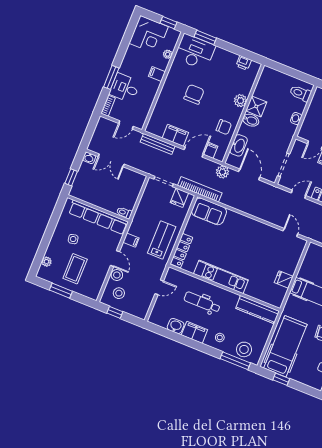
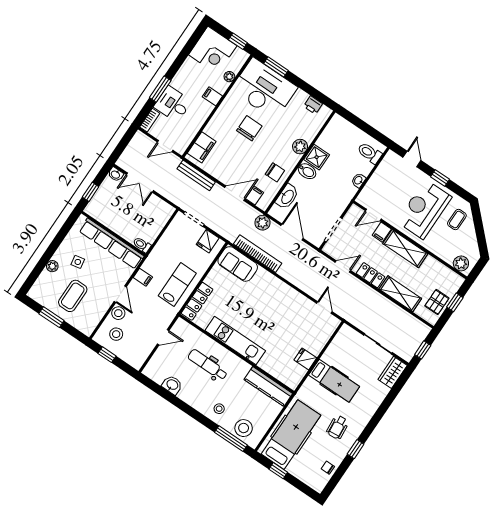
desk: (195, 52) -> (264, 89), width x1.36, depth x1.30
filing cabinet: (175, 135) -> (202, 147), moved, turned 90
bookcase: (200, 189) -> (258, 254), moved
plant: (46, 262) -> (52, 266), moved
filing cabinet: (194, 332) -> (192, 397), removed

